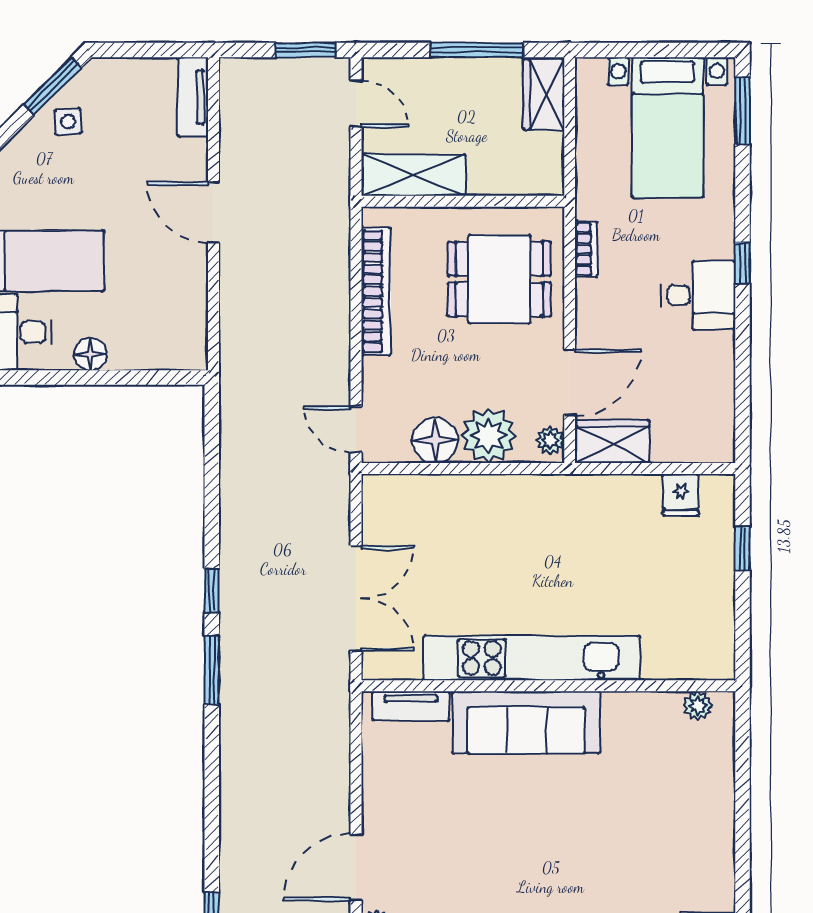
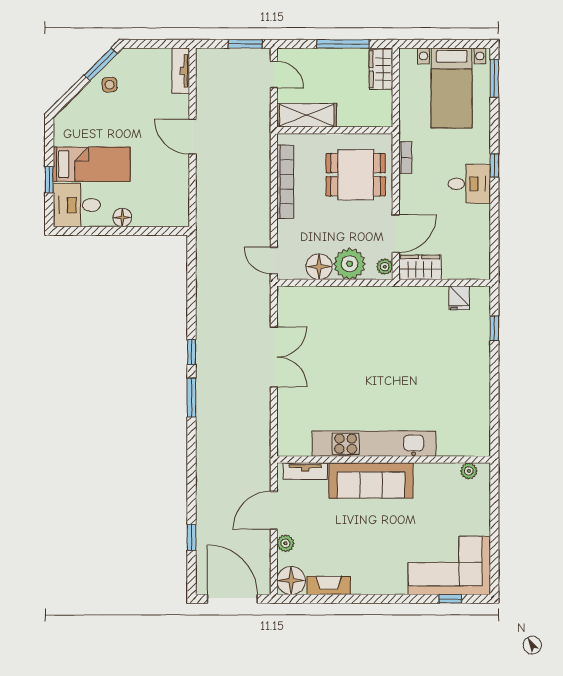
kitchen unit: (532, 658) -> (374, 444), moved
wall: (548, 686) -> (384, 460), moved
tv unit: (411, 706) -> (305, 471), moved
plant: (698, 706) -> (469, 471), moved
sofa: (526, 722) -> (371, 480), moved

